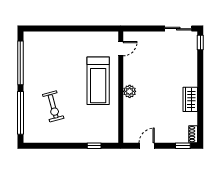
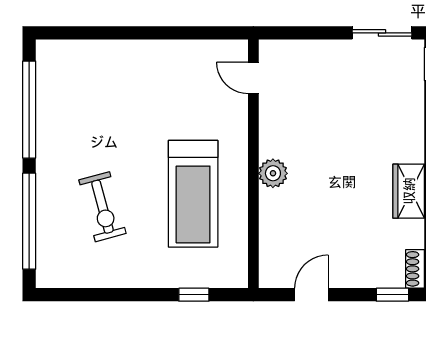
door: (121, 49) -> (253, 78), swing flipped
treadmill: (98, 81) -> (193, 194), moved

